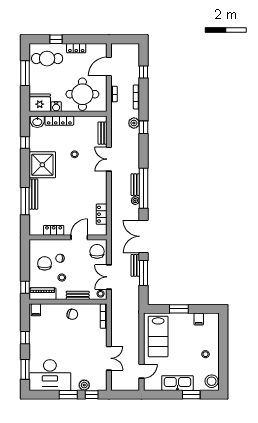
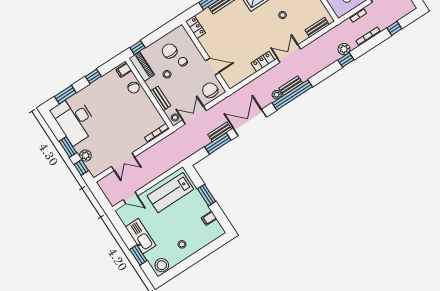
double door: (109, 159) -> (289, 54), moved
locker: (102, 214) -> (263, 62), moved
locker: (54, 230) -> (195, 27), moved
chair: (97, 251) -> (210, 90), turned -90
chair: (45, 263) -> (170, 51), turned -90
chair: (72, 314) -> (134, 88), moved

